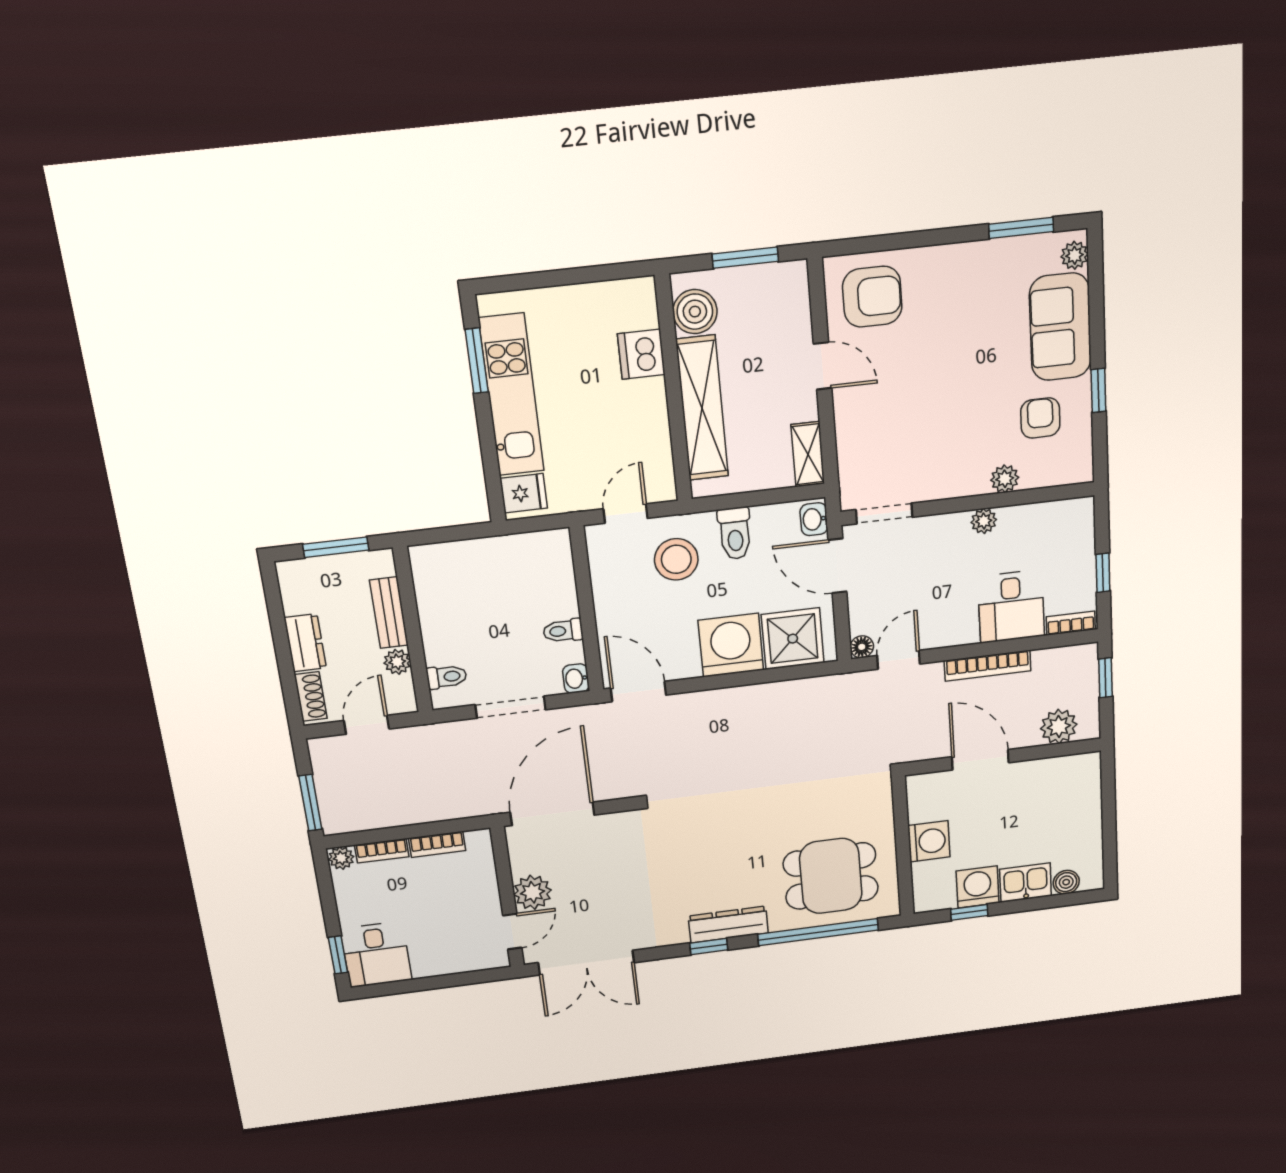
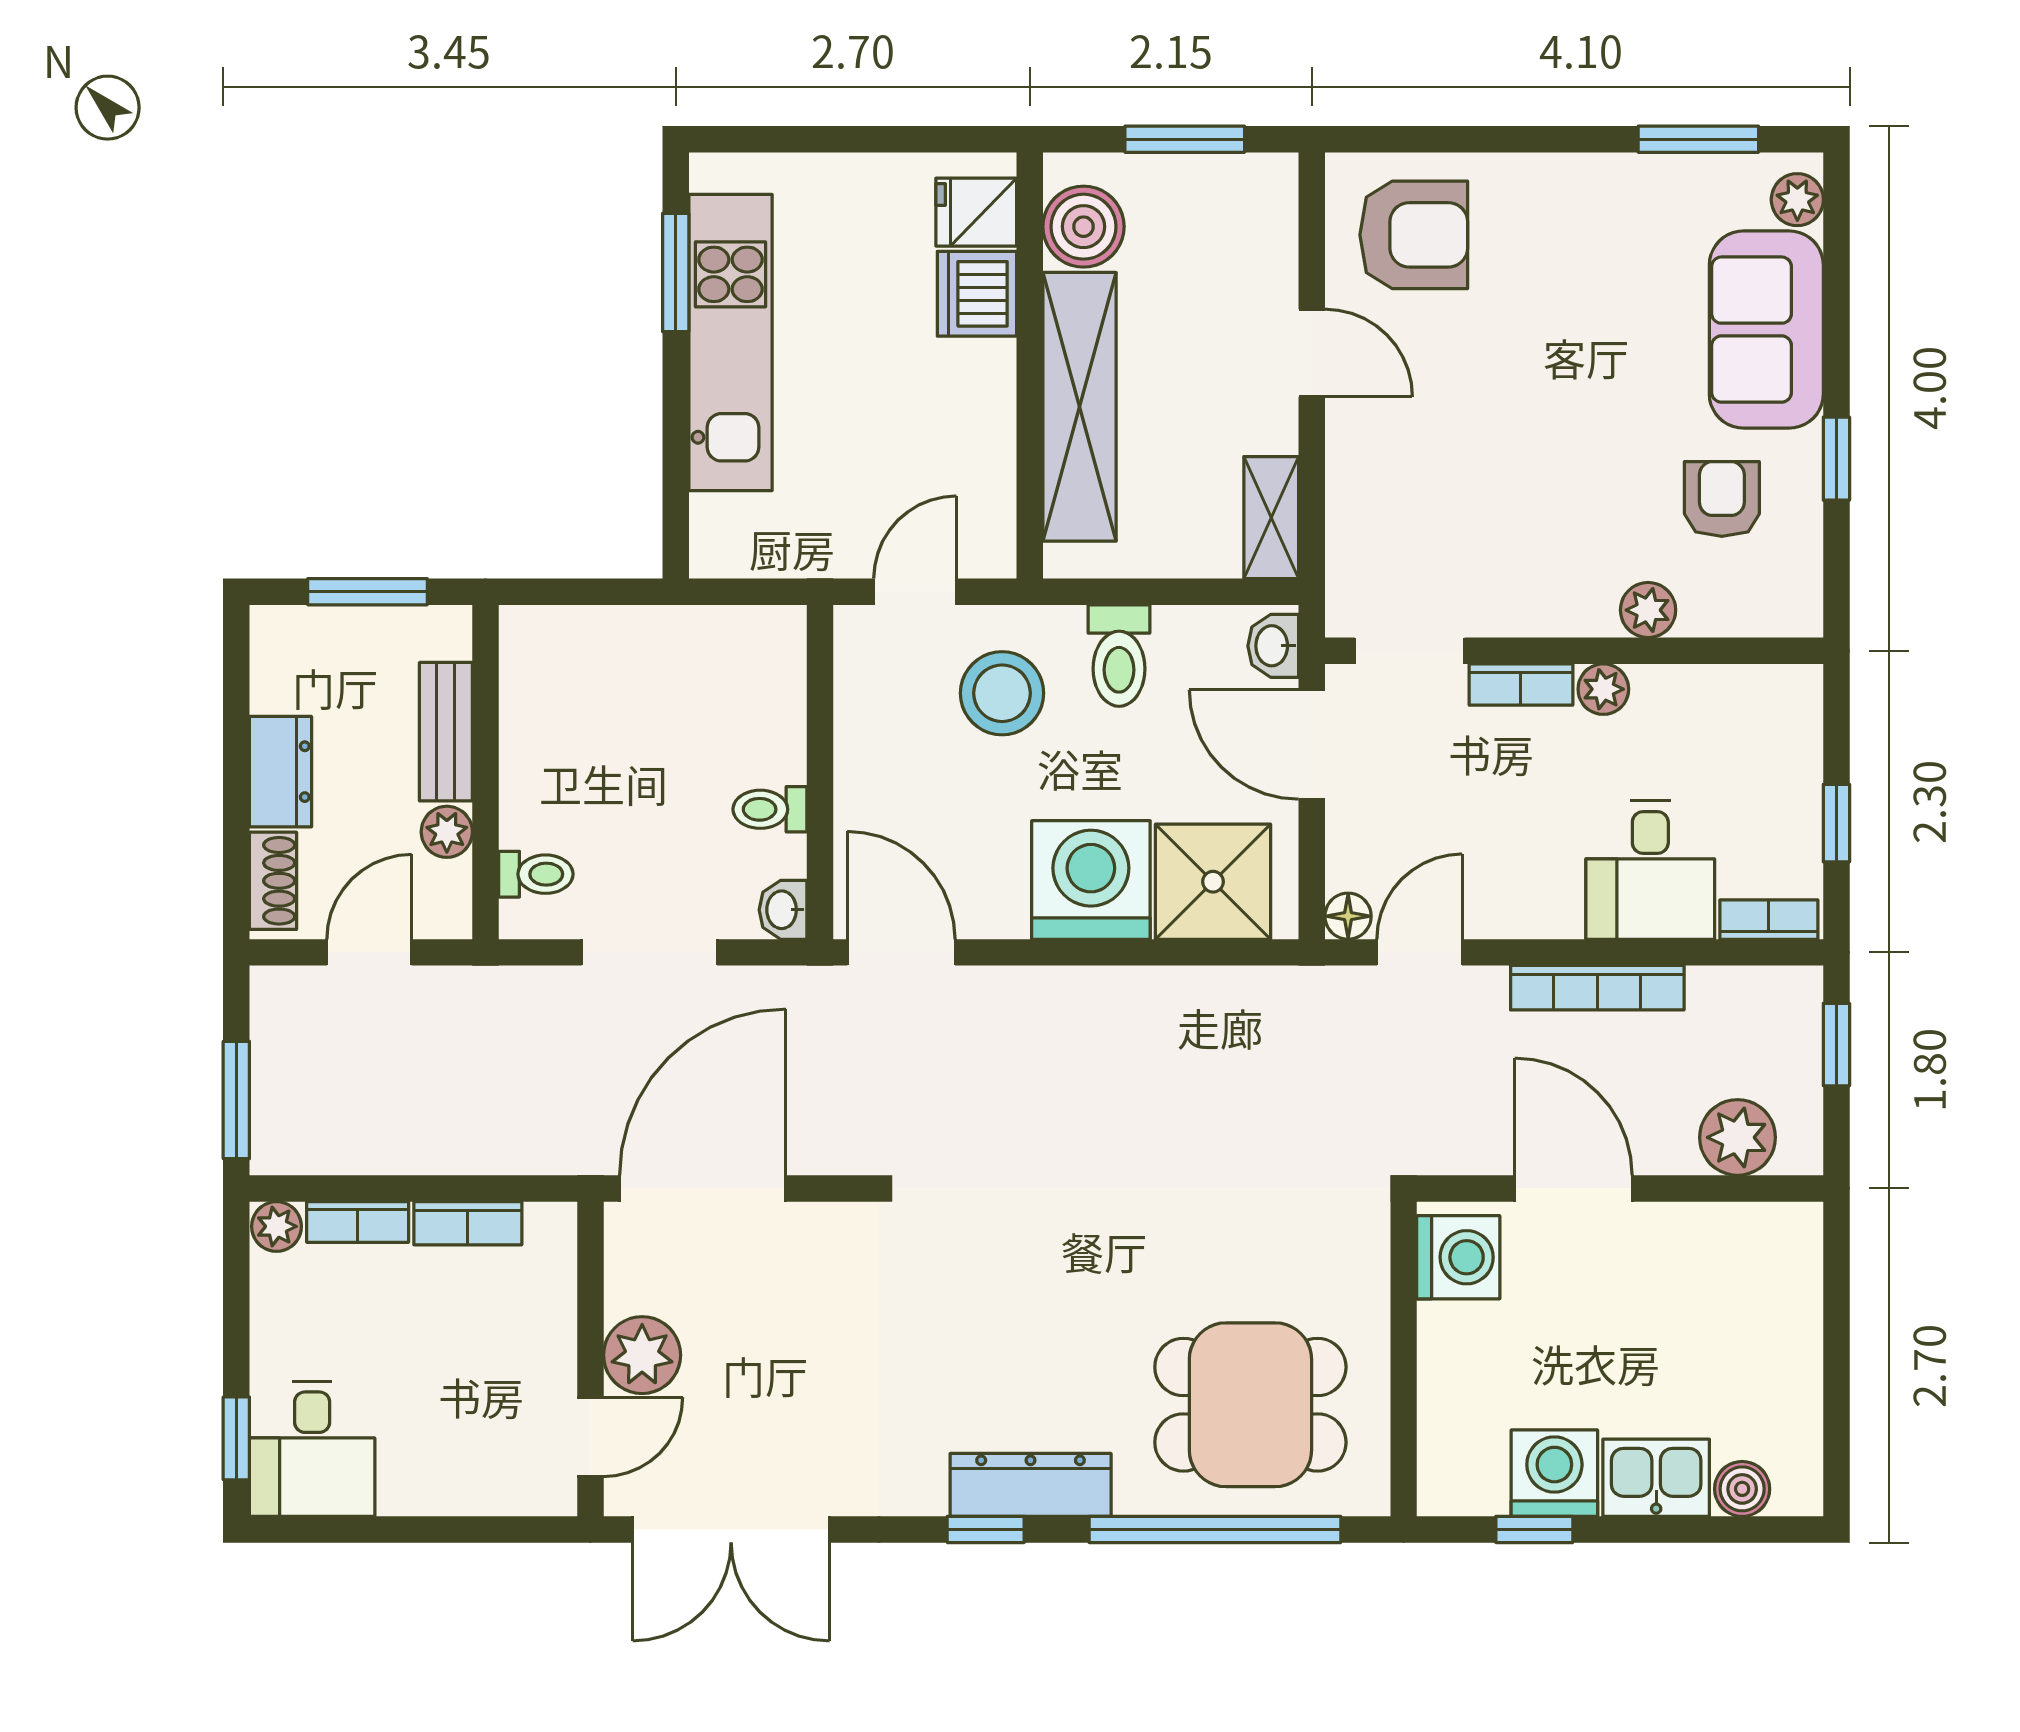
fridge: (524, 493) -> (976, 212), moved, turned 180
bookcase: (942, 524) -> (1521, 685), added
washing machine: (929, 841) -> (1458, 1257), moved

